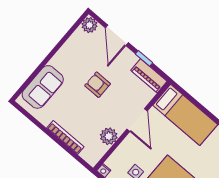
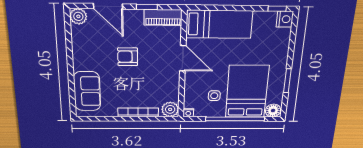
plant: (109, 136) -> (170, 109), moved

